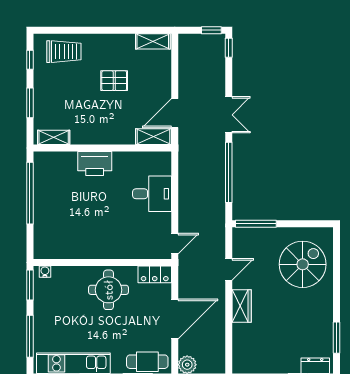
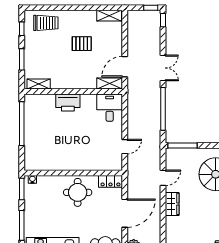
desk: (152, 194) -> (110, 108), moved, turned -90
door: (175, 244) -> (125, 147), moved

